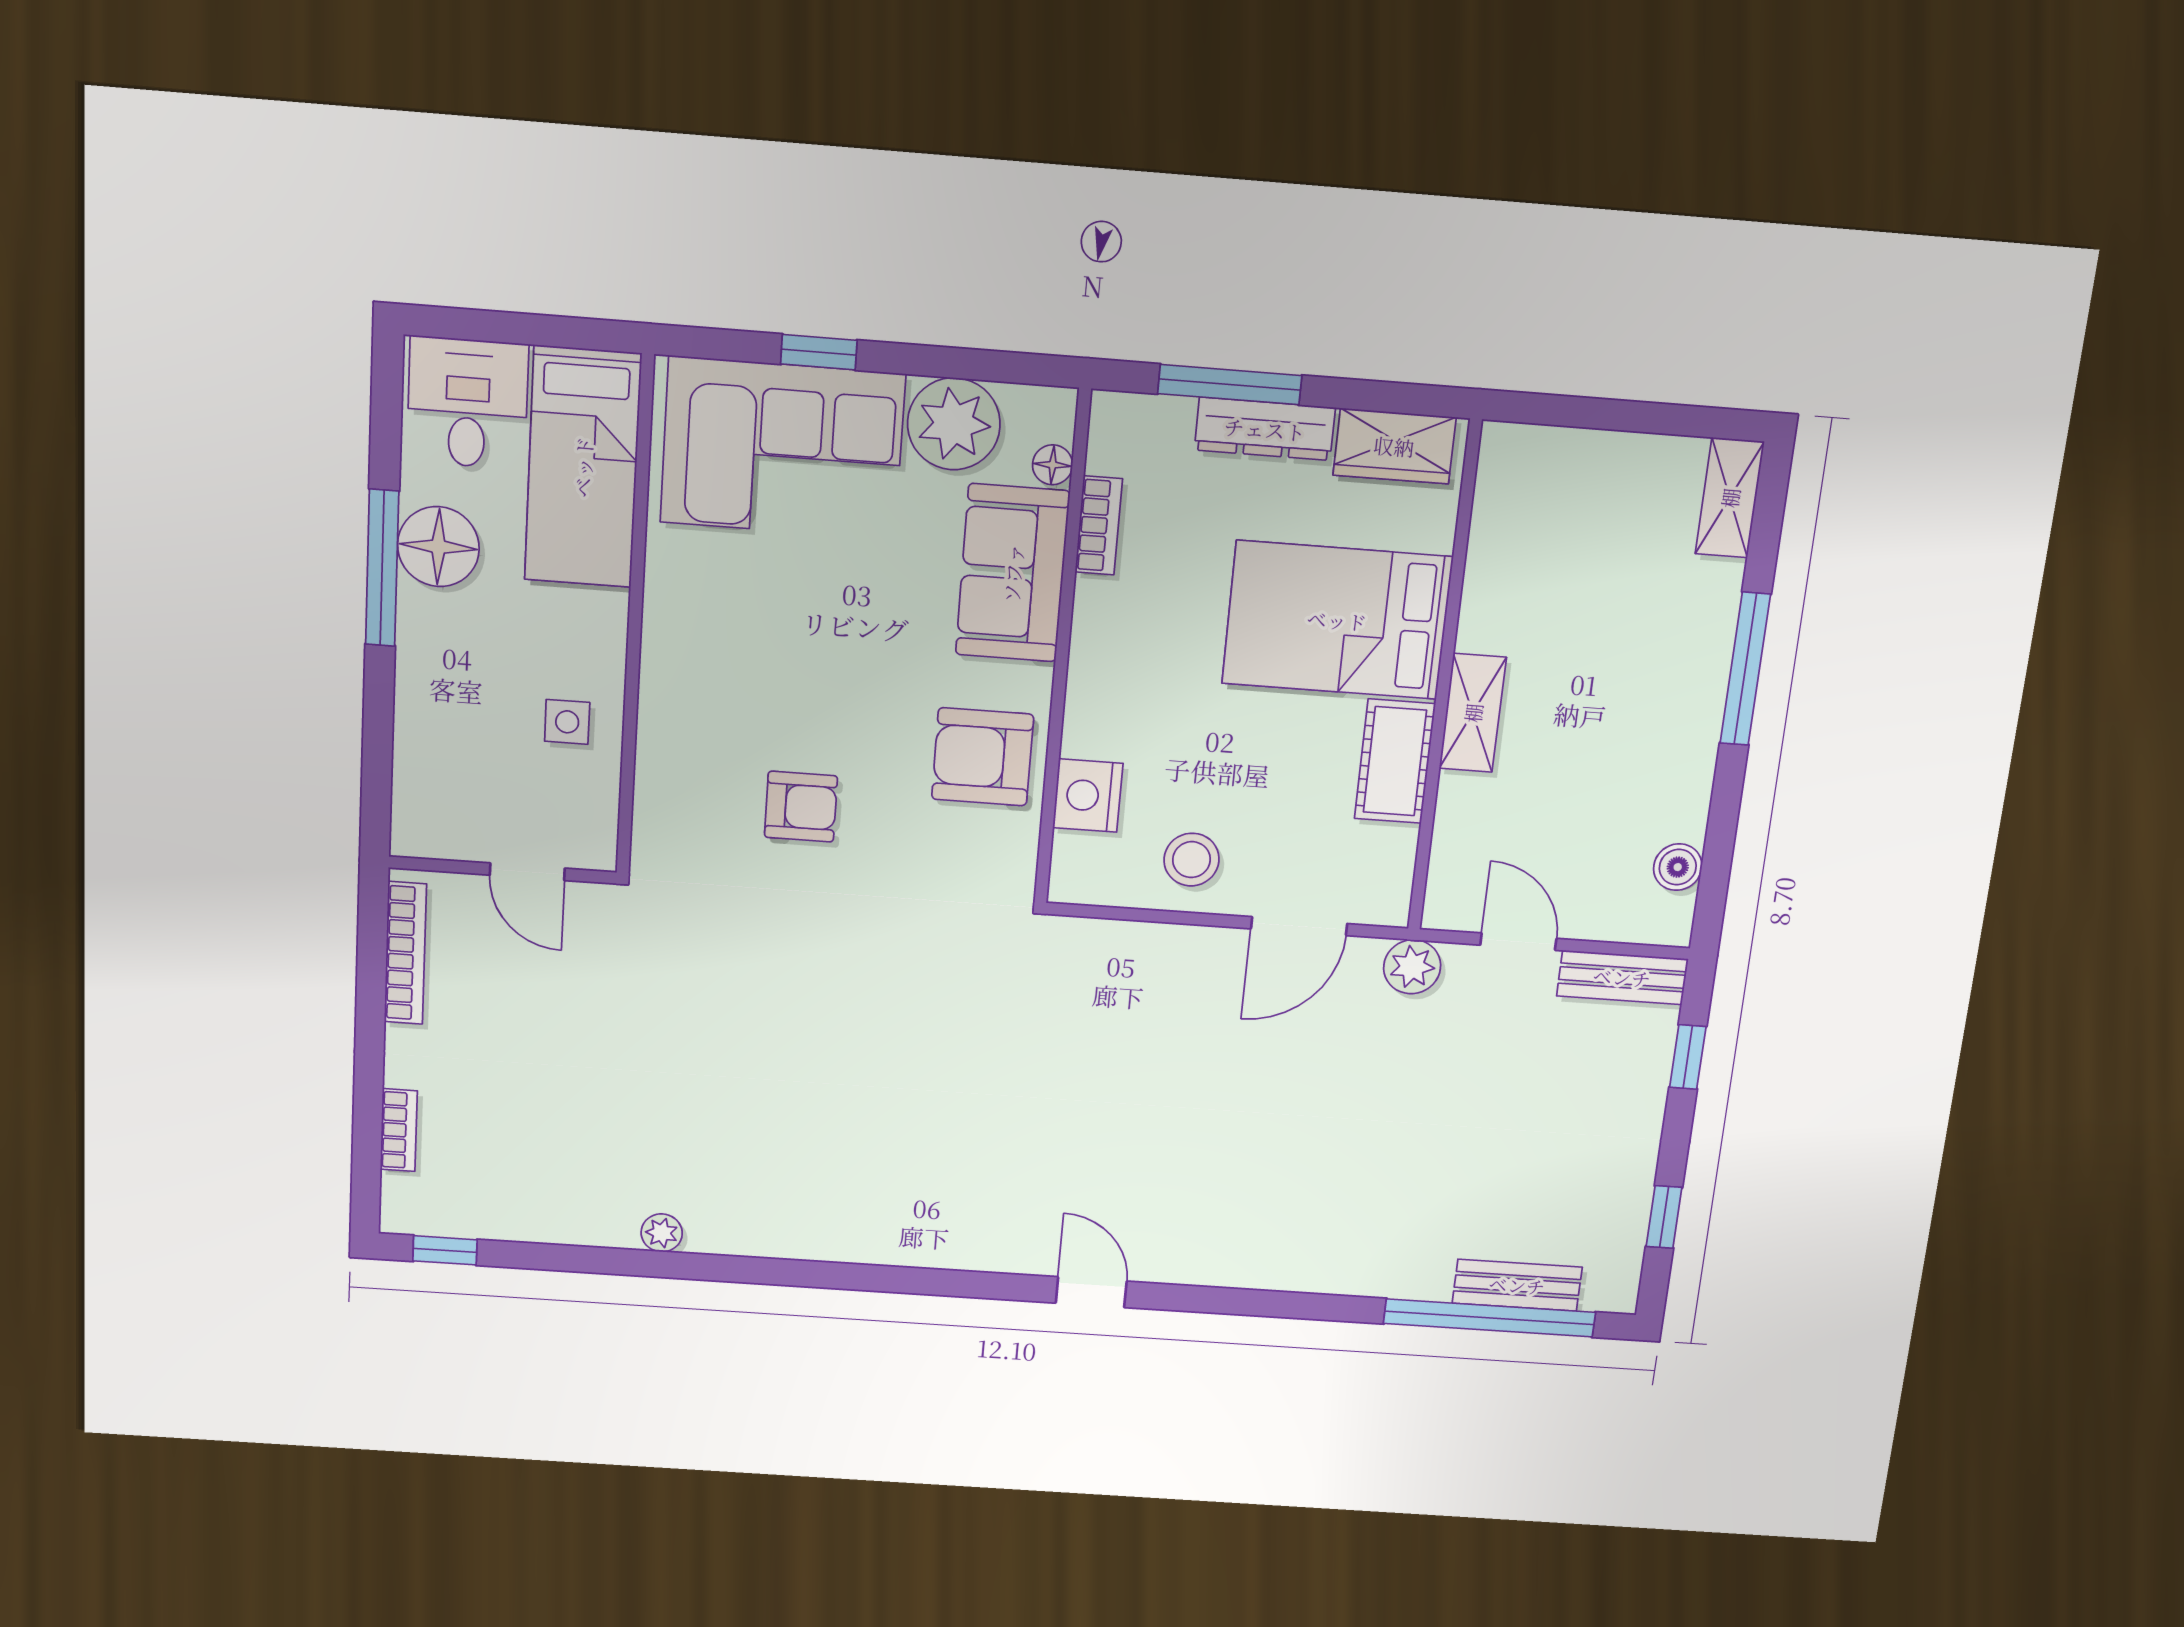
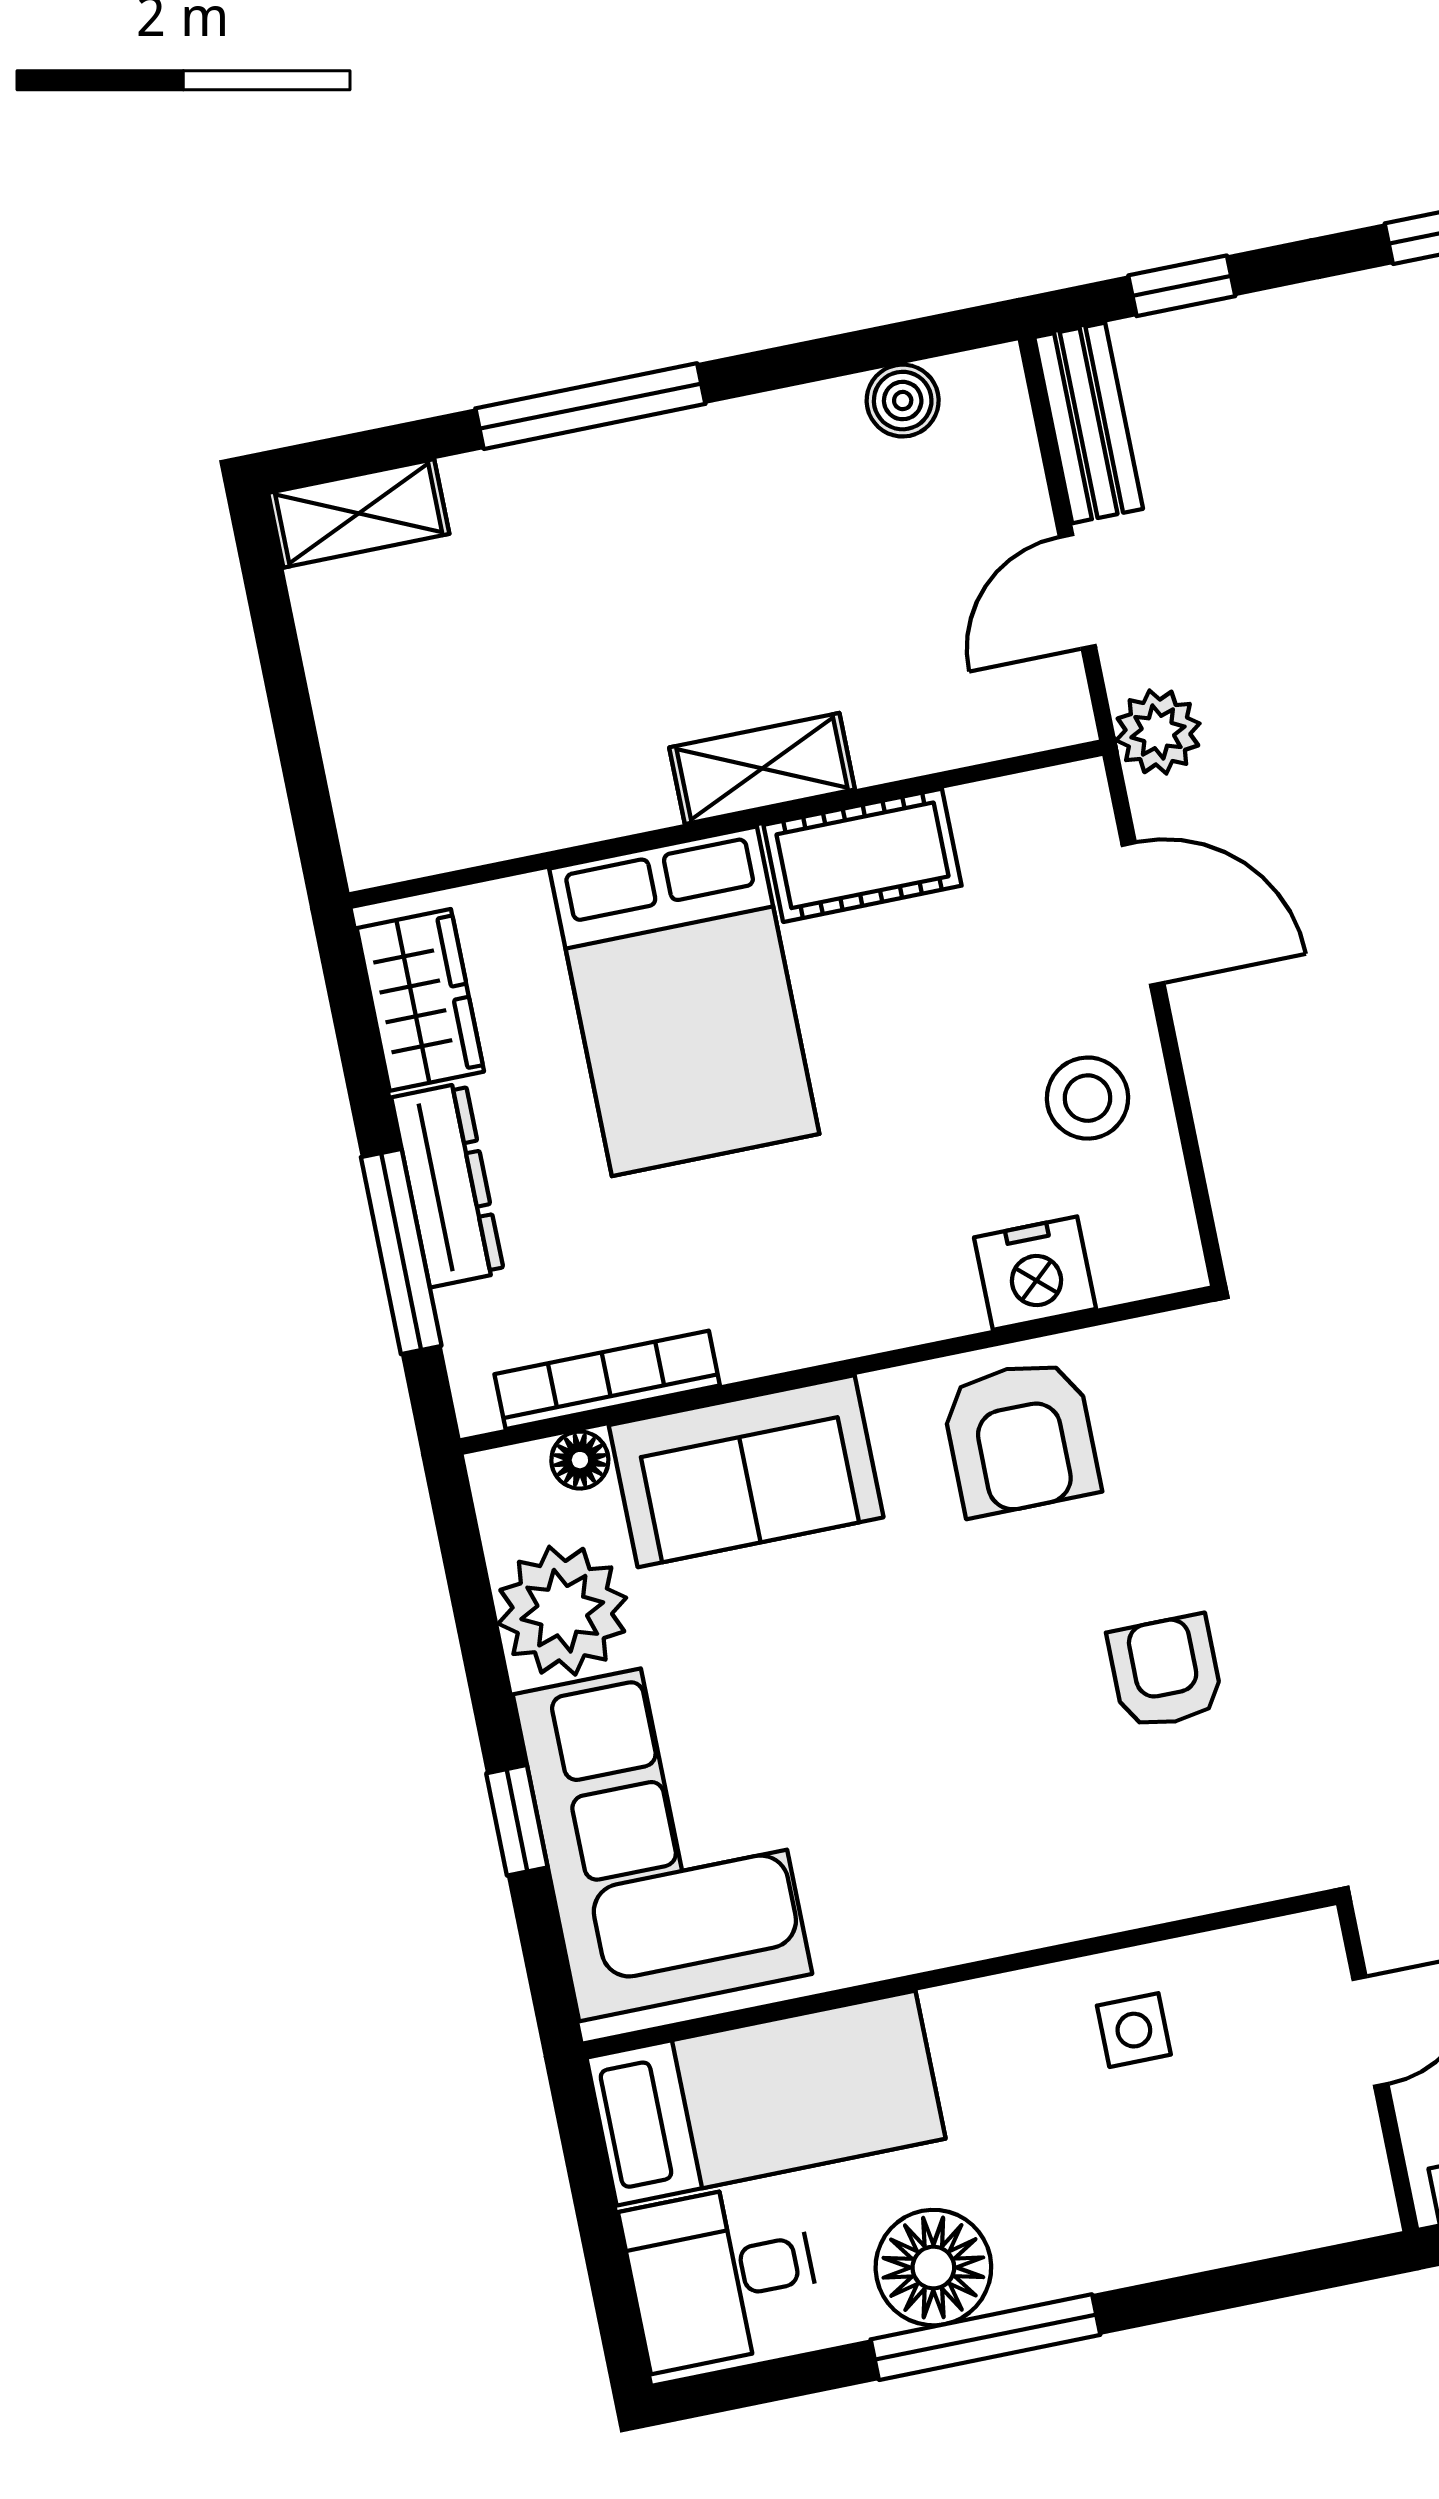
bookcase: (1099, 525) -> (607, 1380), width x1.56

